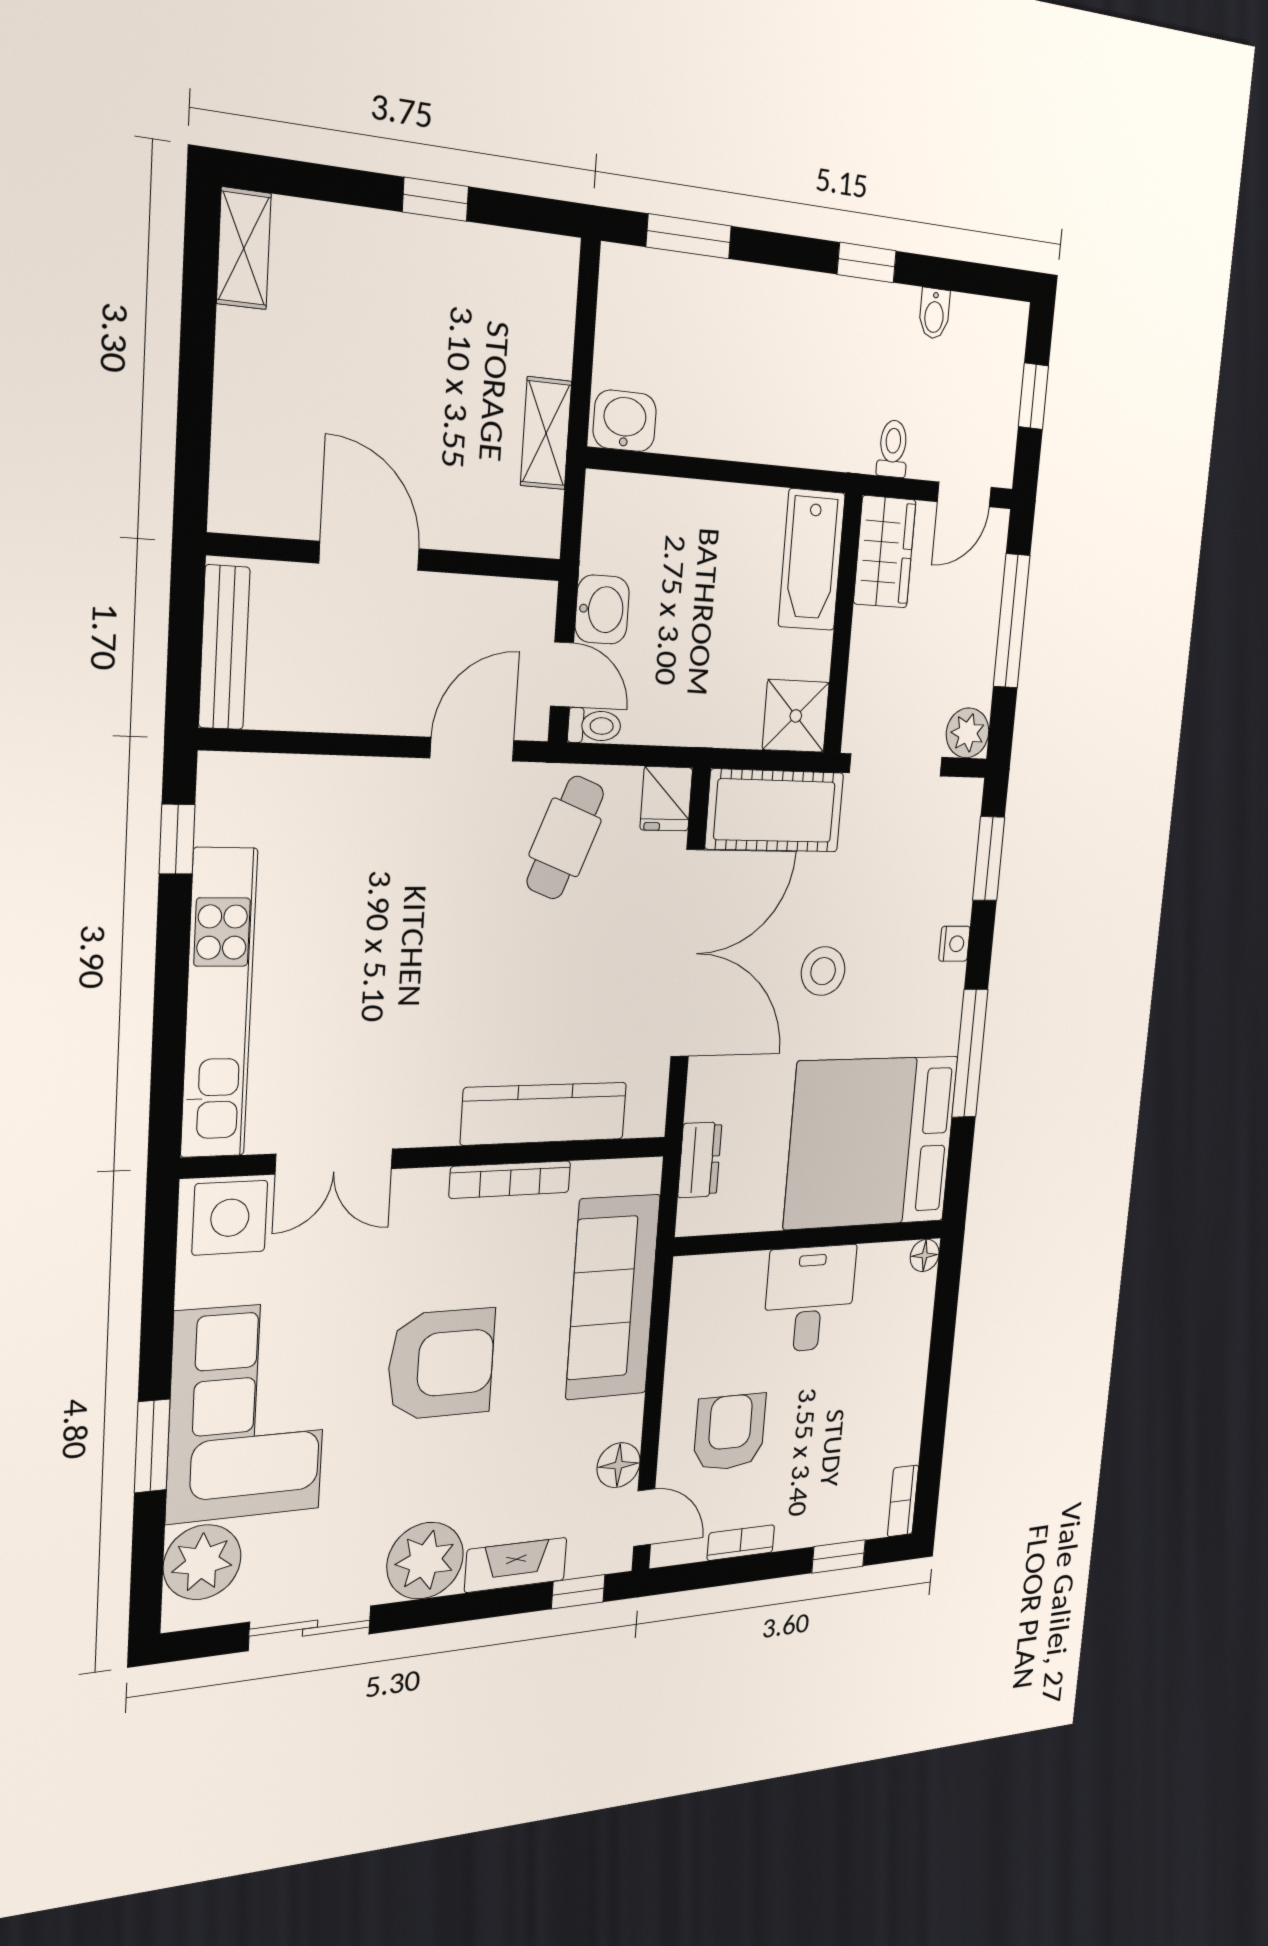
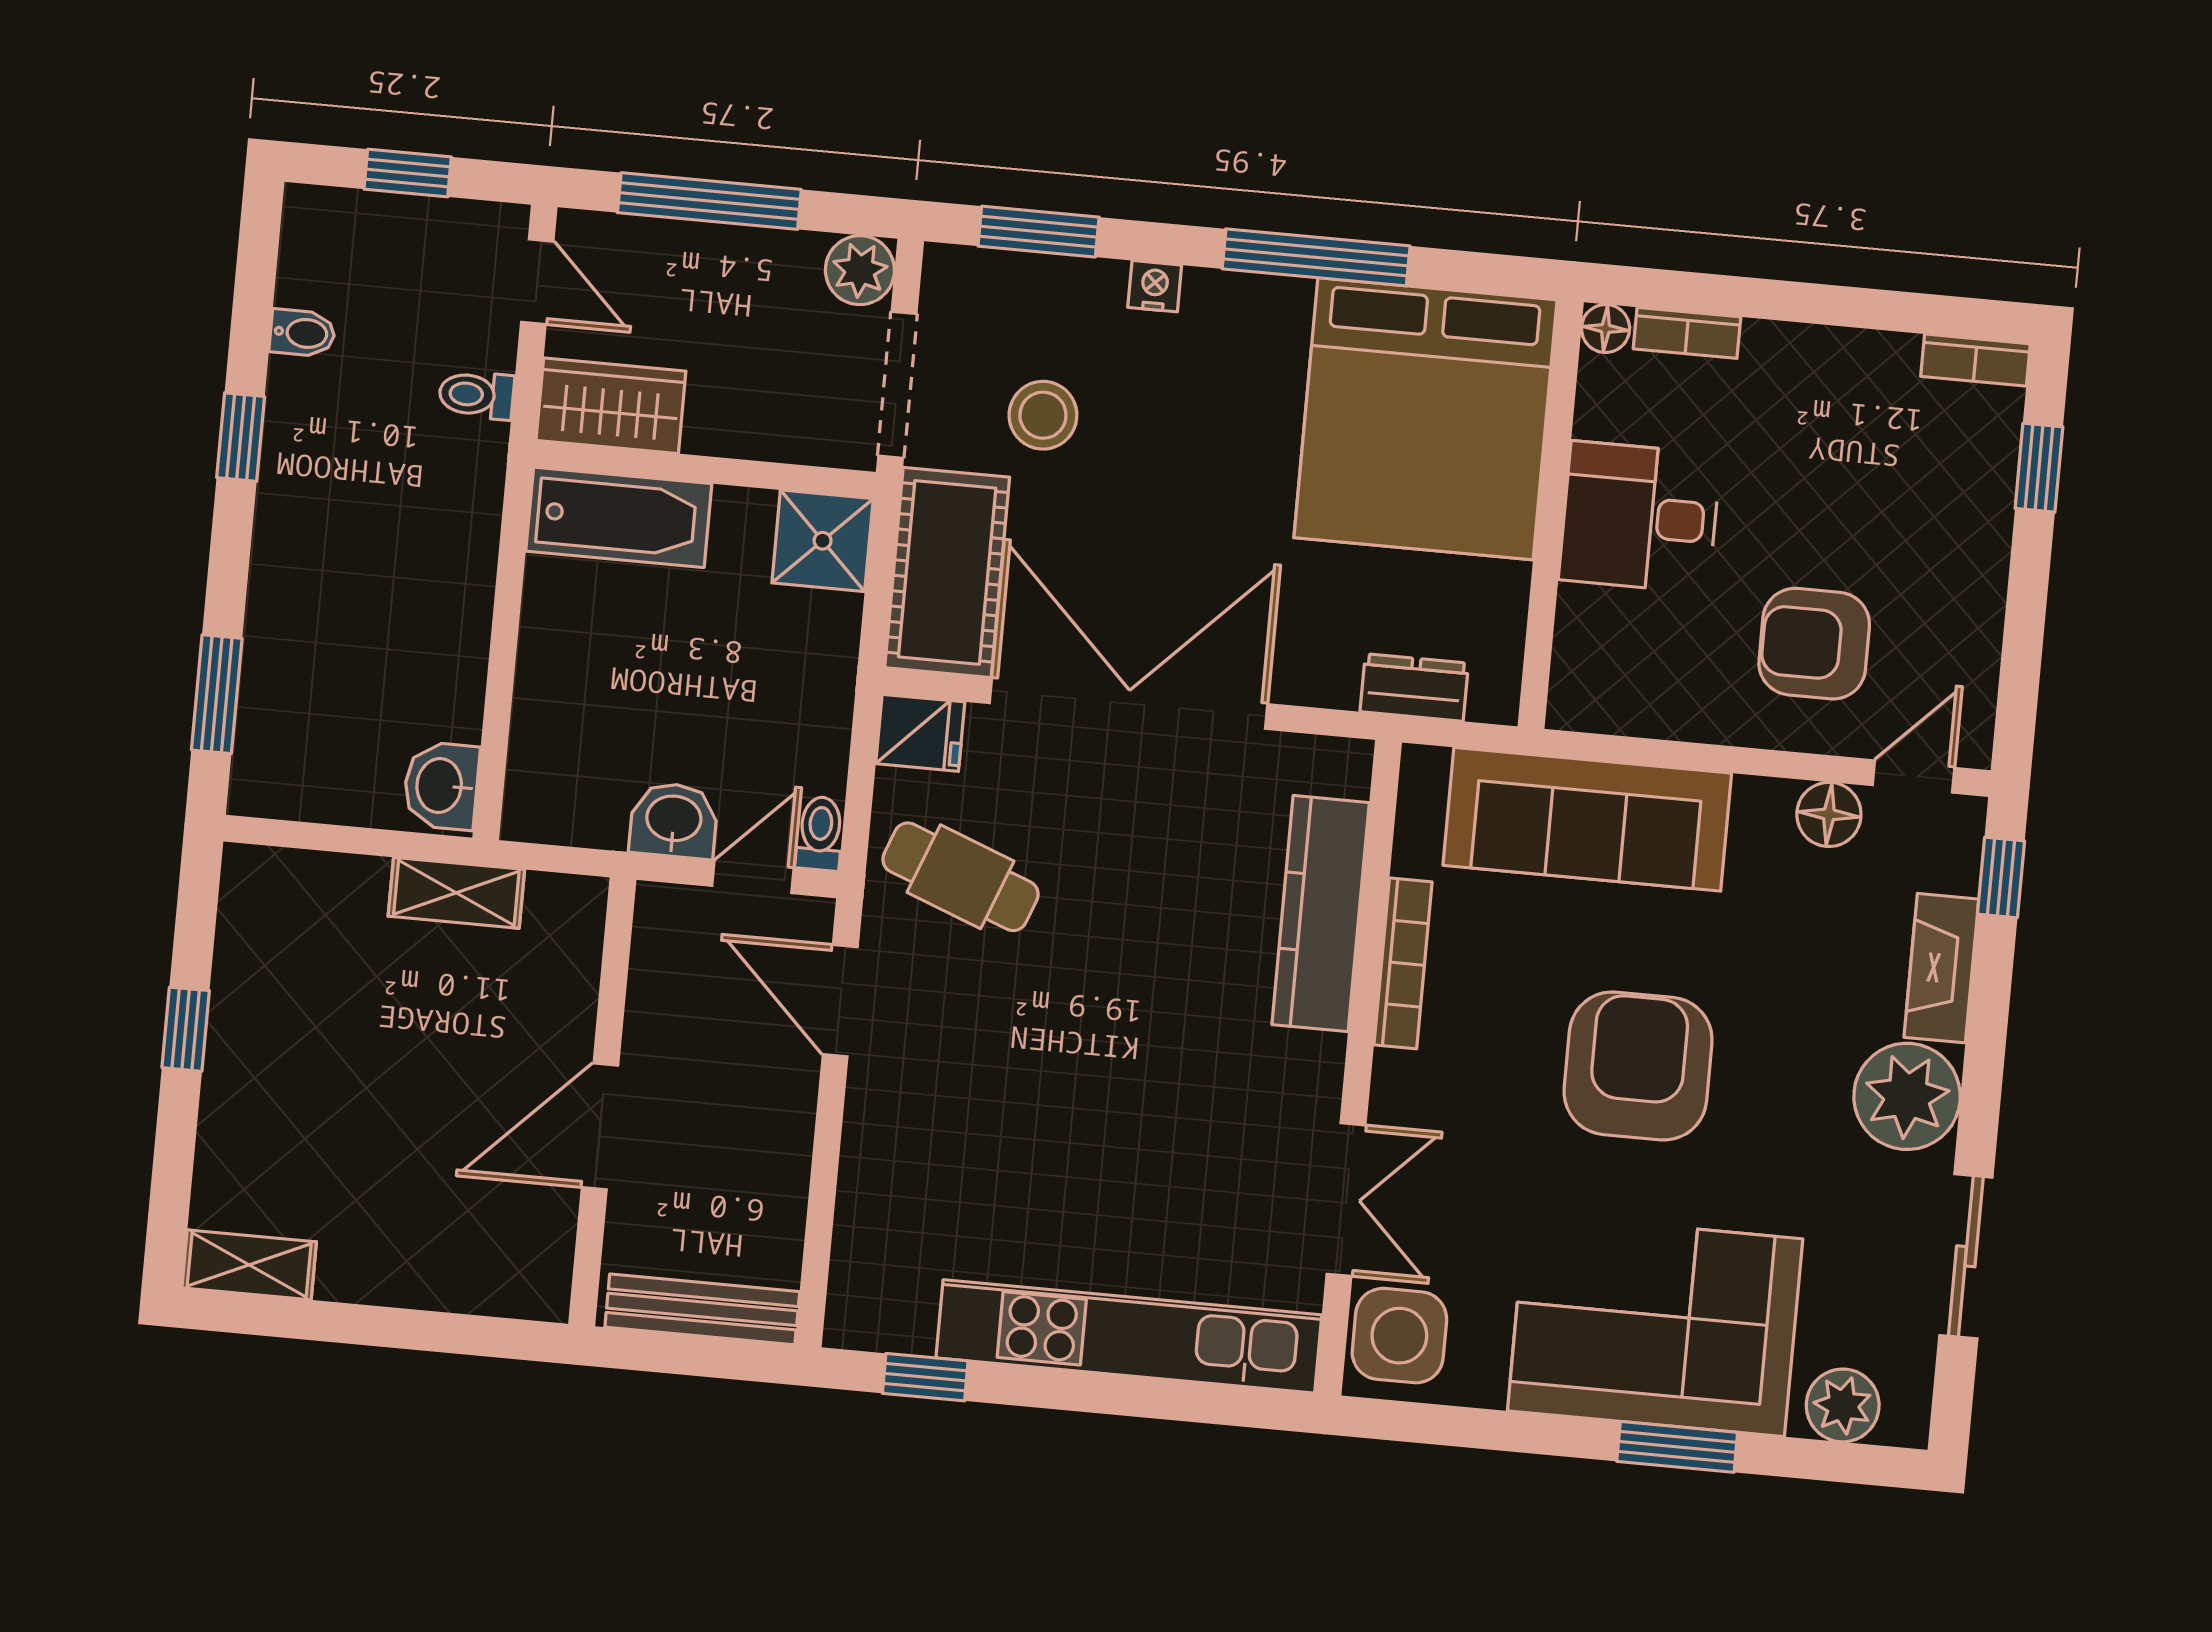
stool: (823, 971) -> (1043, 415), moved
bookcase: (741, 1543) -> (1687, 333), moved, turned -90
plant: (202, 1562) -> (1843, 1405), width x0.73, depth x0.73

